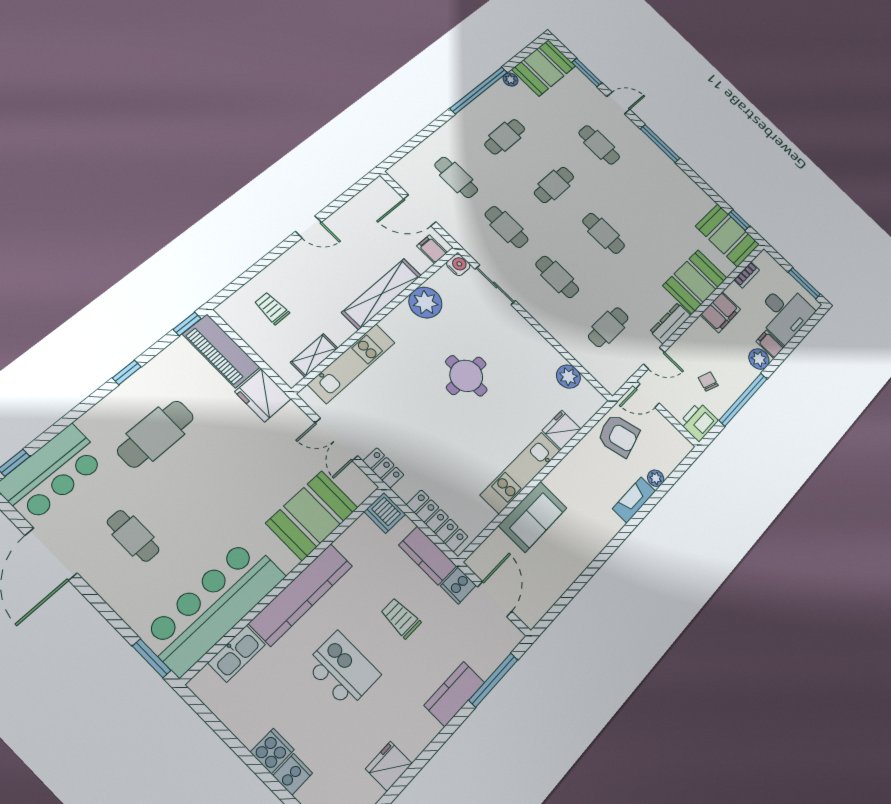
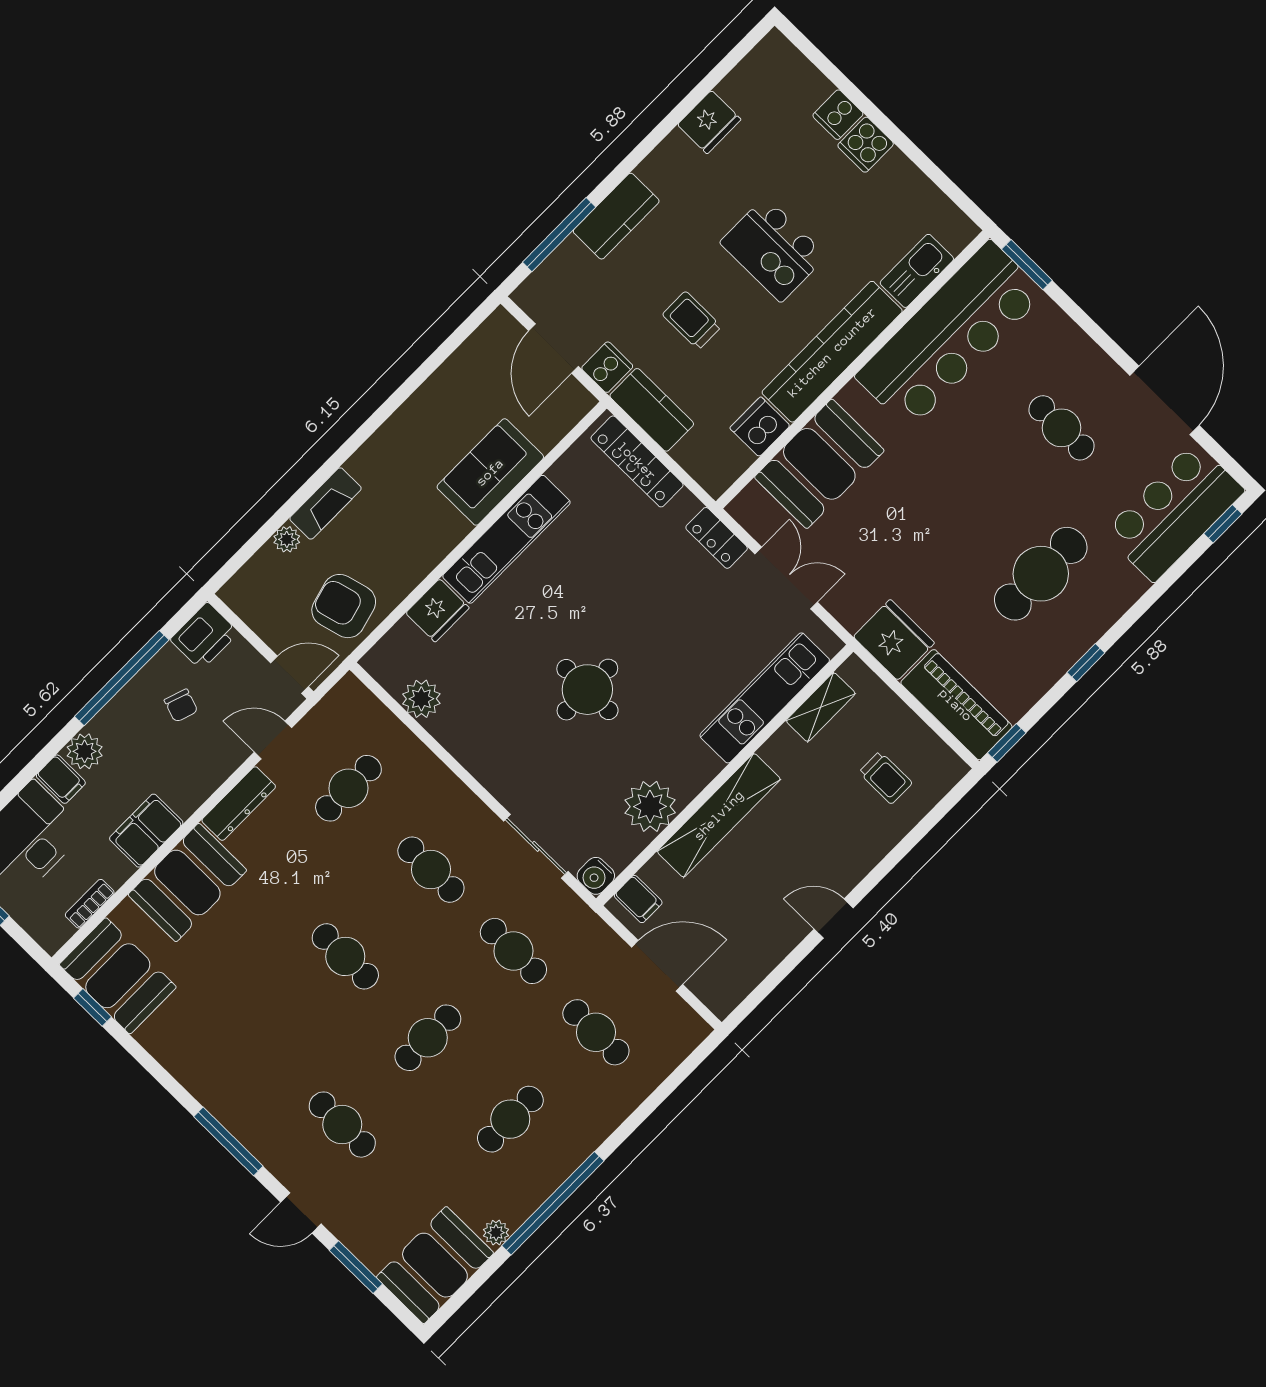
dishwasher: (385, 513) -> (760, 427), moved, turned -90
trolley: (401, 618) -> (692, 320), turned 180

